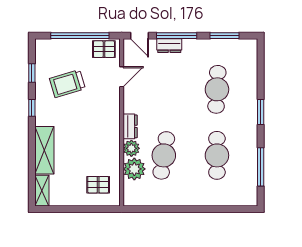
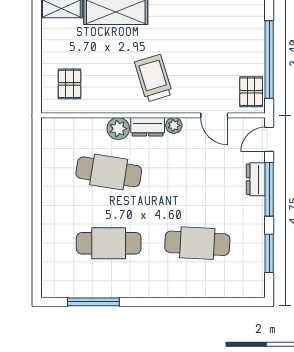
trolley: (67, 84) -> (154, 78), moved
window: (261, 112) -> (167, 302), removed
plant: (134, 169) -> (174, 125), moved, width x0.53, depth x0.53

